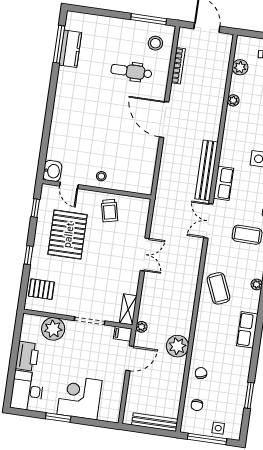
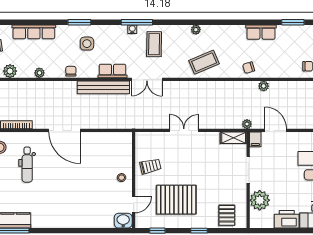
door: (164, 119) -> (65, 130), hinge flipped
chair: (230, 136) -> (71, 71), added
row of seats: (247, 330) -> (261, 32), moved
plant: (177, 346) -> (264, 86), width x0.53, depth x0.53
chair: (201, 373) -> (249, 68), moved

